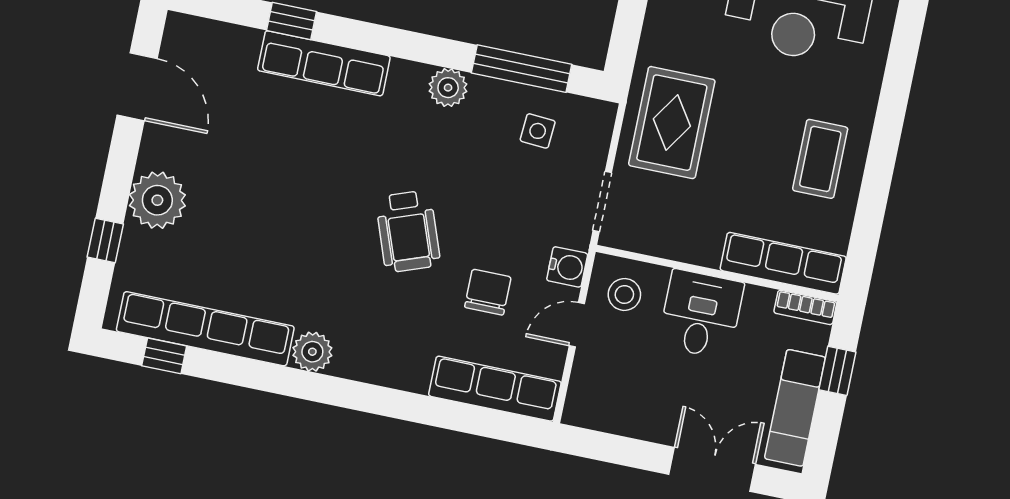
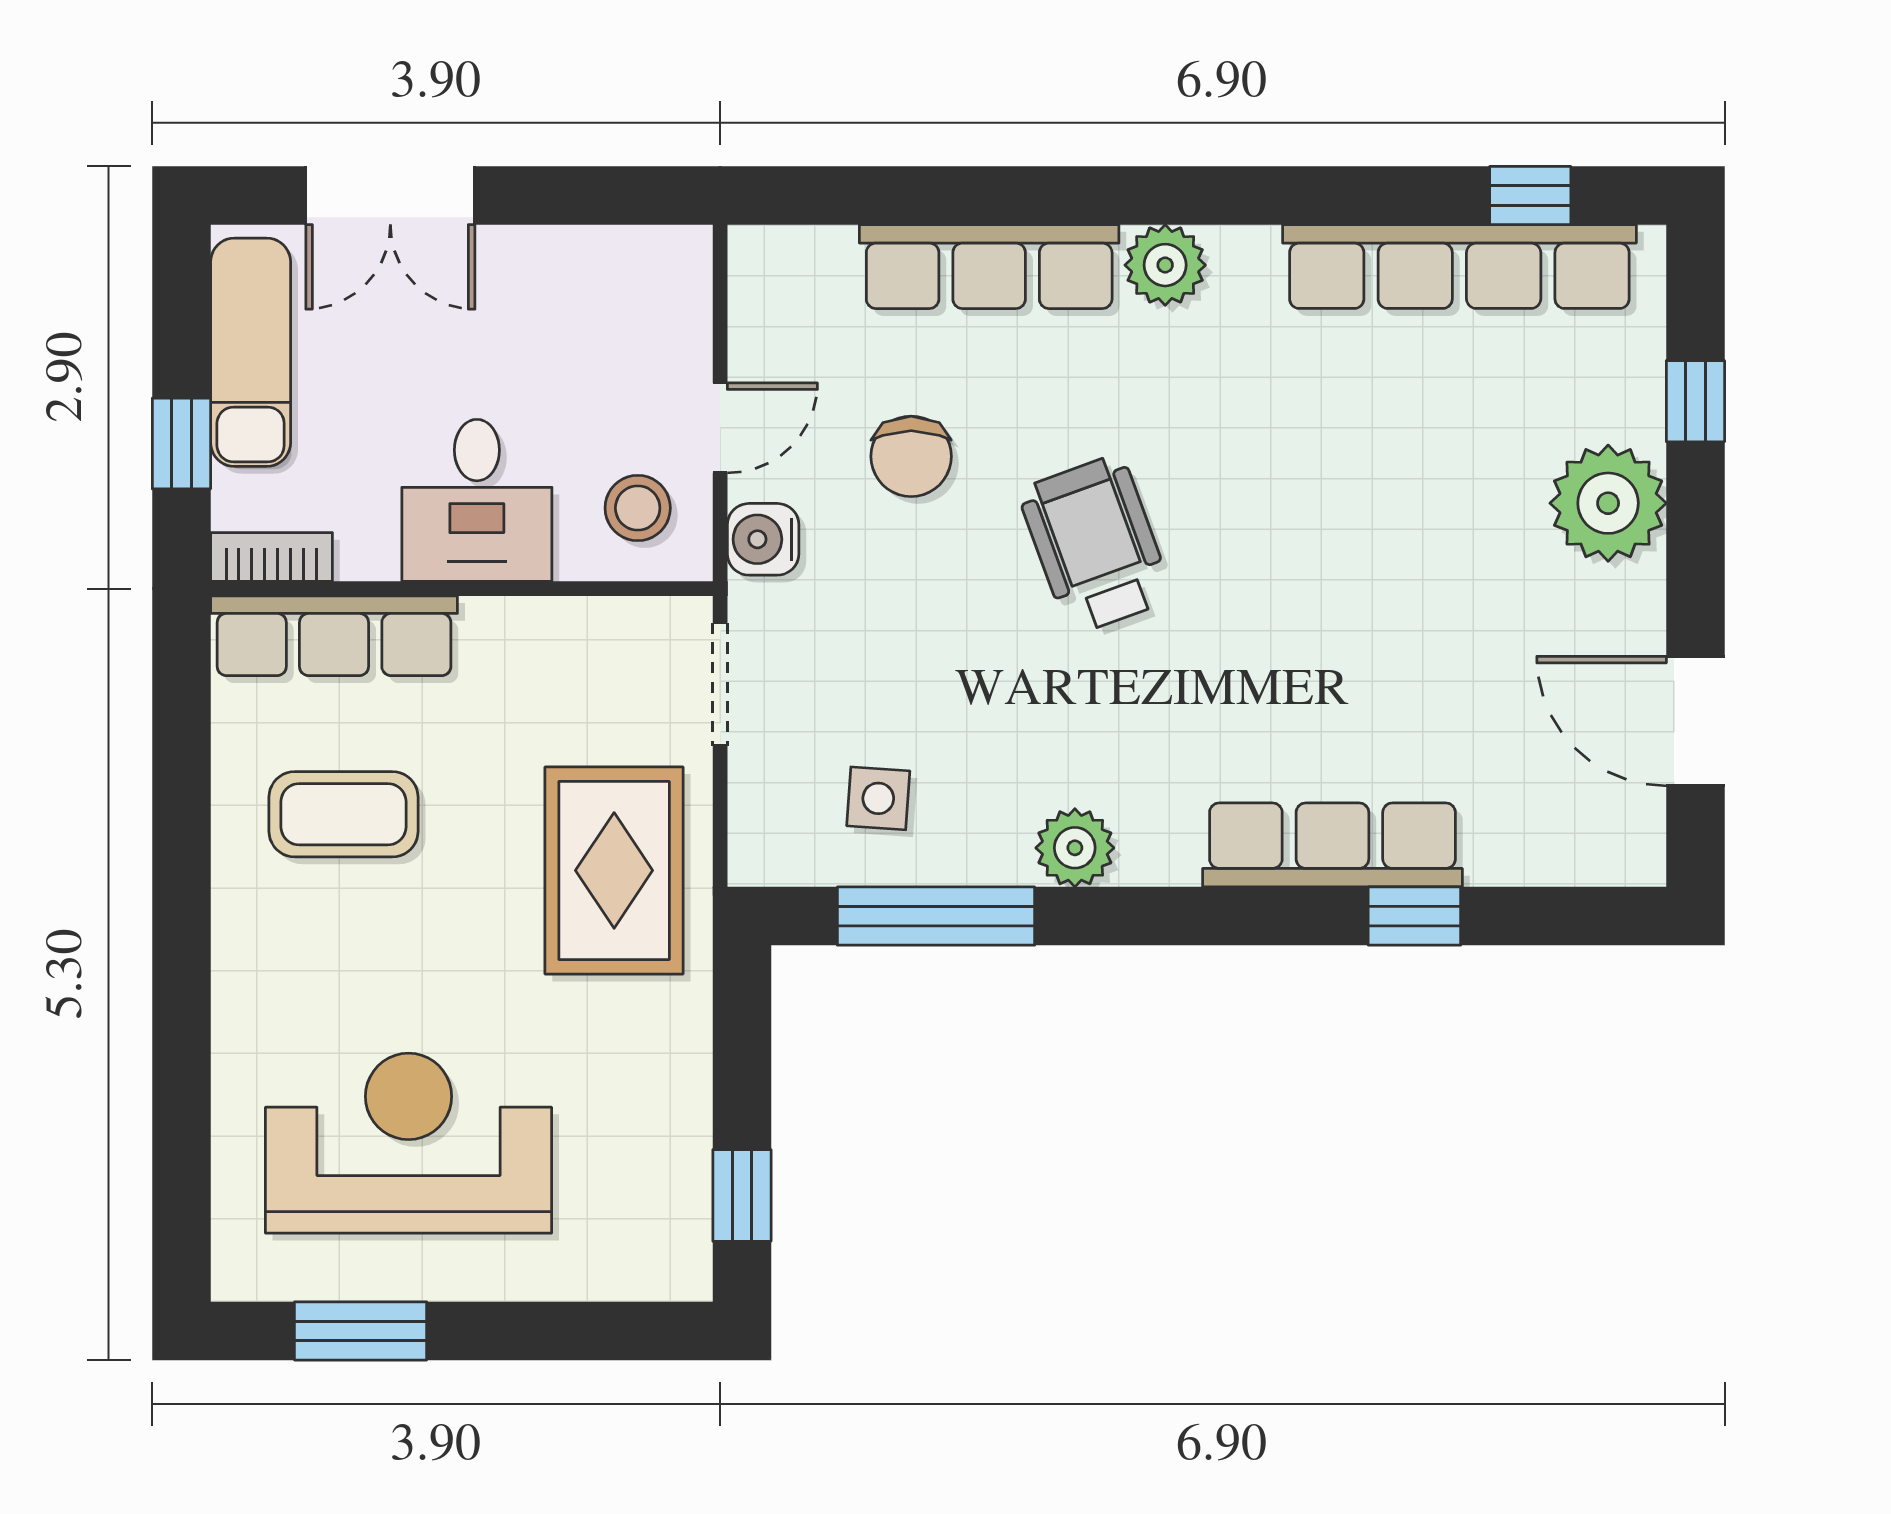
coffee table: (820, 159) -> (344, 814), moved, turned 90
plant: (312, 352) -> (1165, 265), moved
row of seats: (495, 389) -> (989, 267), moved

